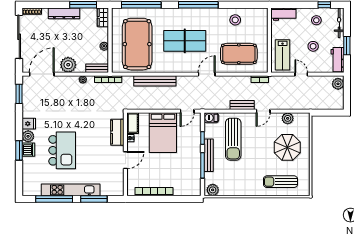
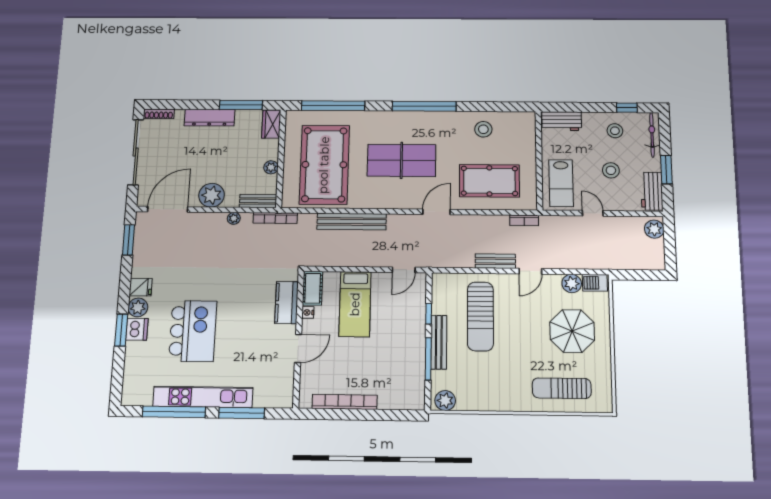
barbecue: (211, 118) -> (595, 283), moved
bed: (163, 133) -> (355, 304), width x0.67

